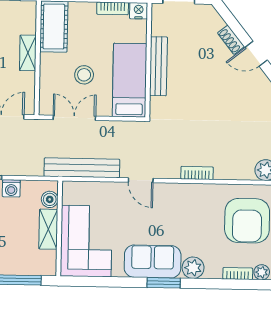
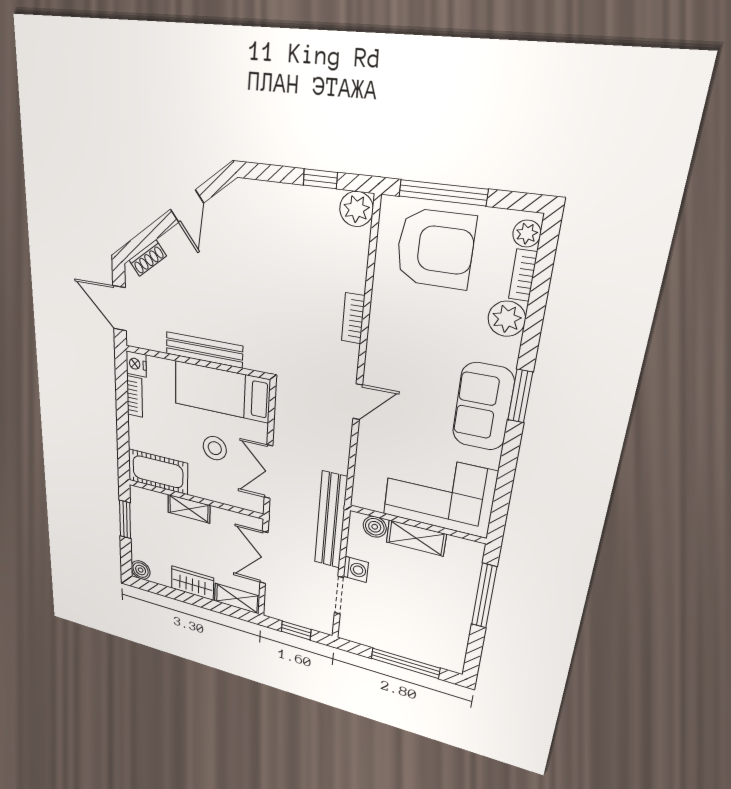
shoe rack: (231, 40) -> (148, 258), moved
bench: (82, 168) -> (331, 520), moved
plant: (193, 268) -> (507, 319), moved

